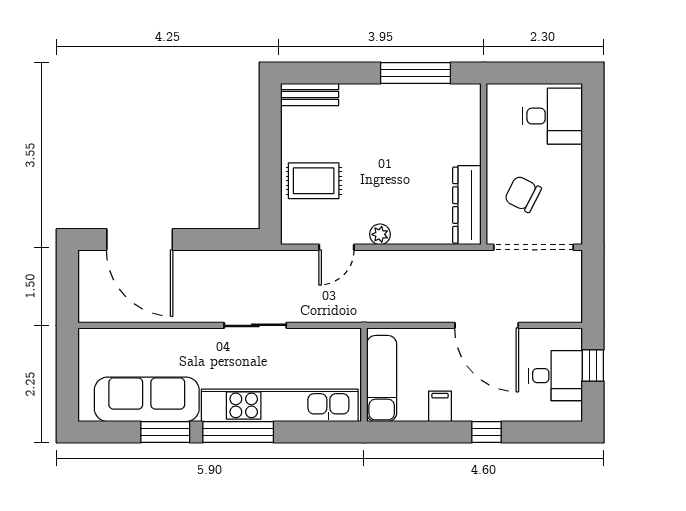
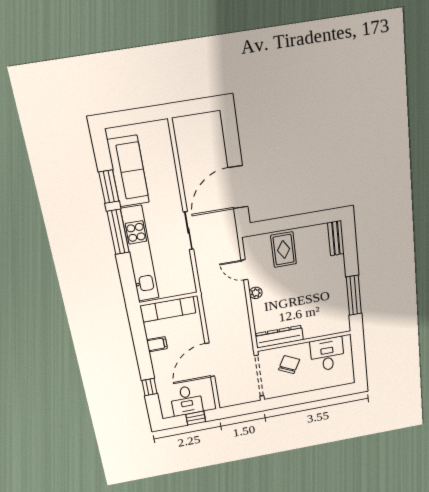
desk: (552, 116) -> (327, 354), moved, turned 180
door: (140, 240) -> (238, 187), moved
window: (486, 432) -> (149, 387), moved

